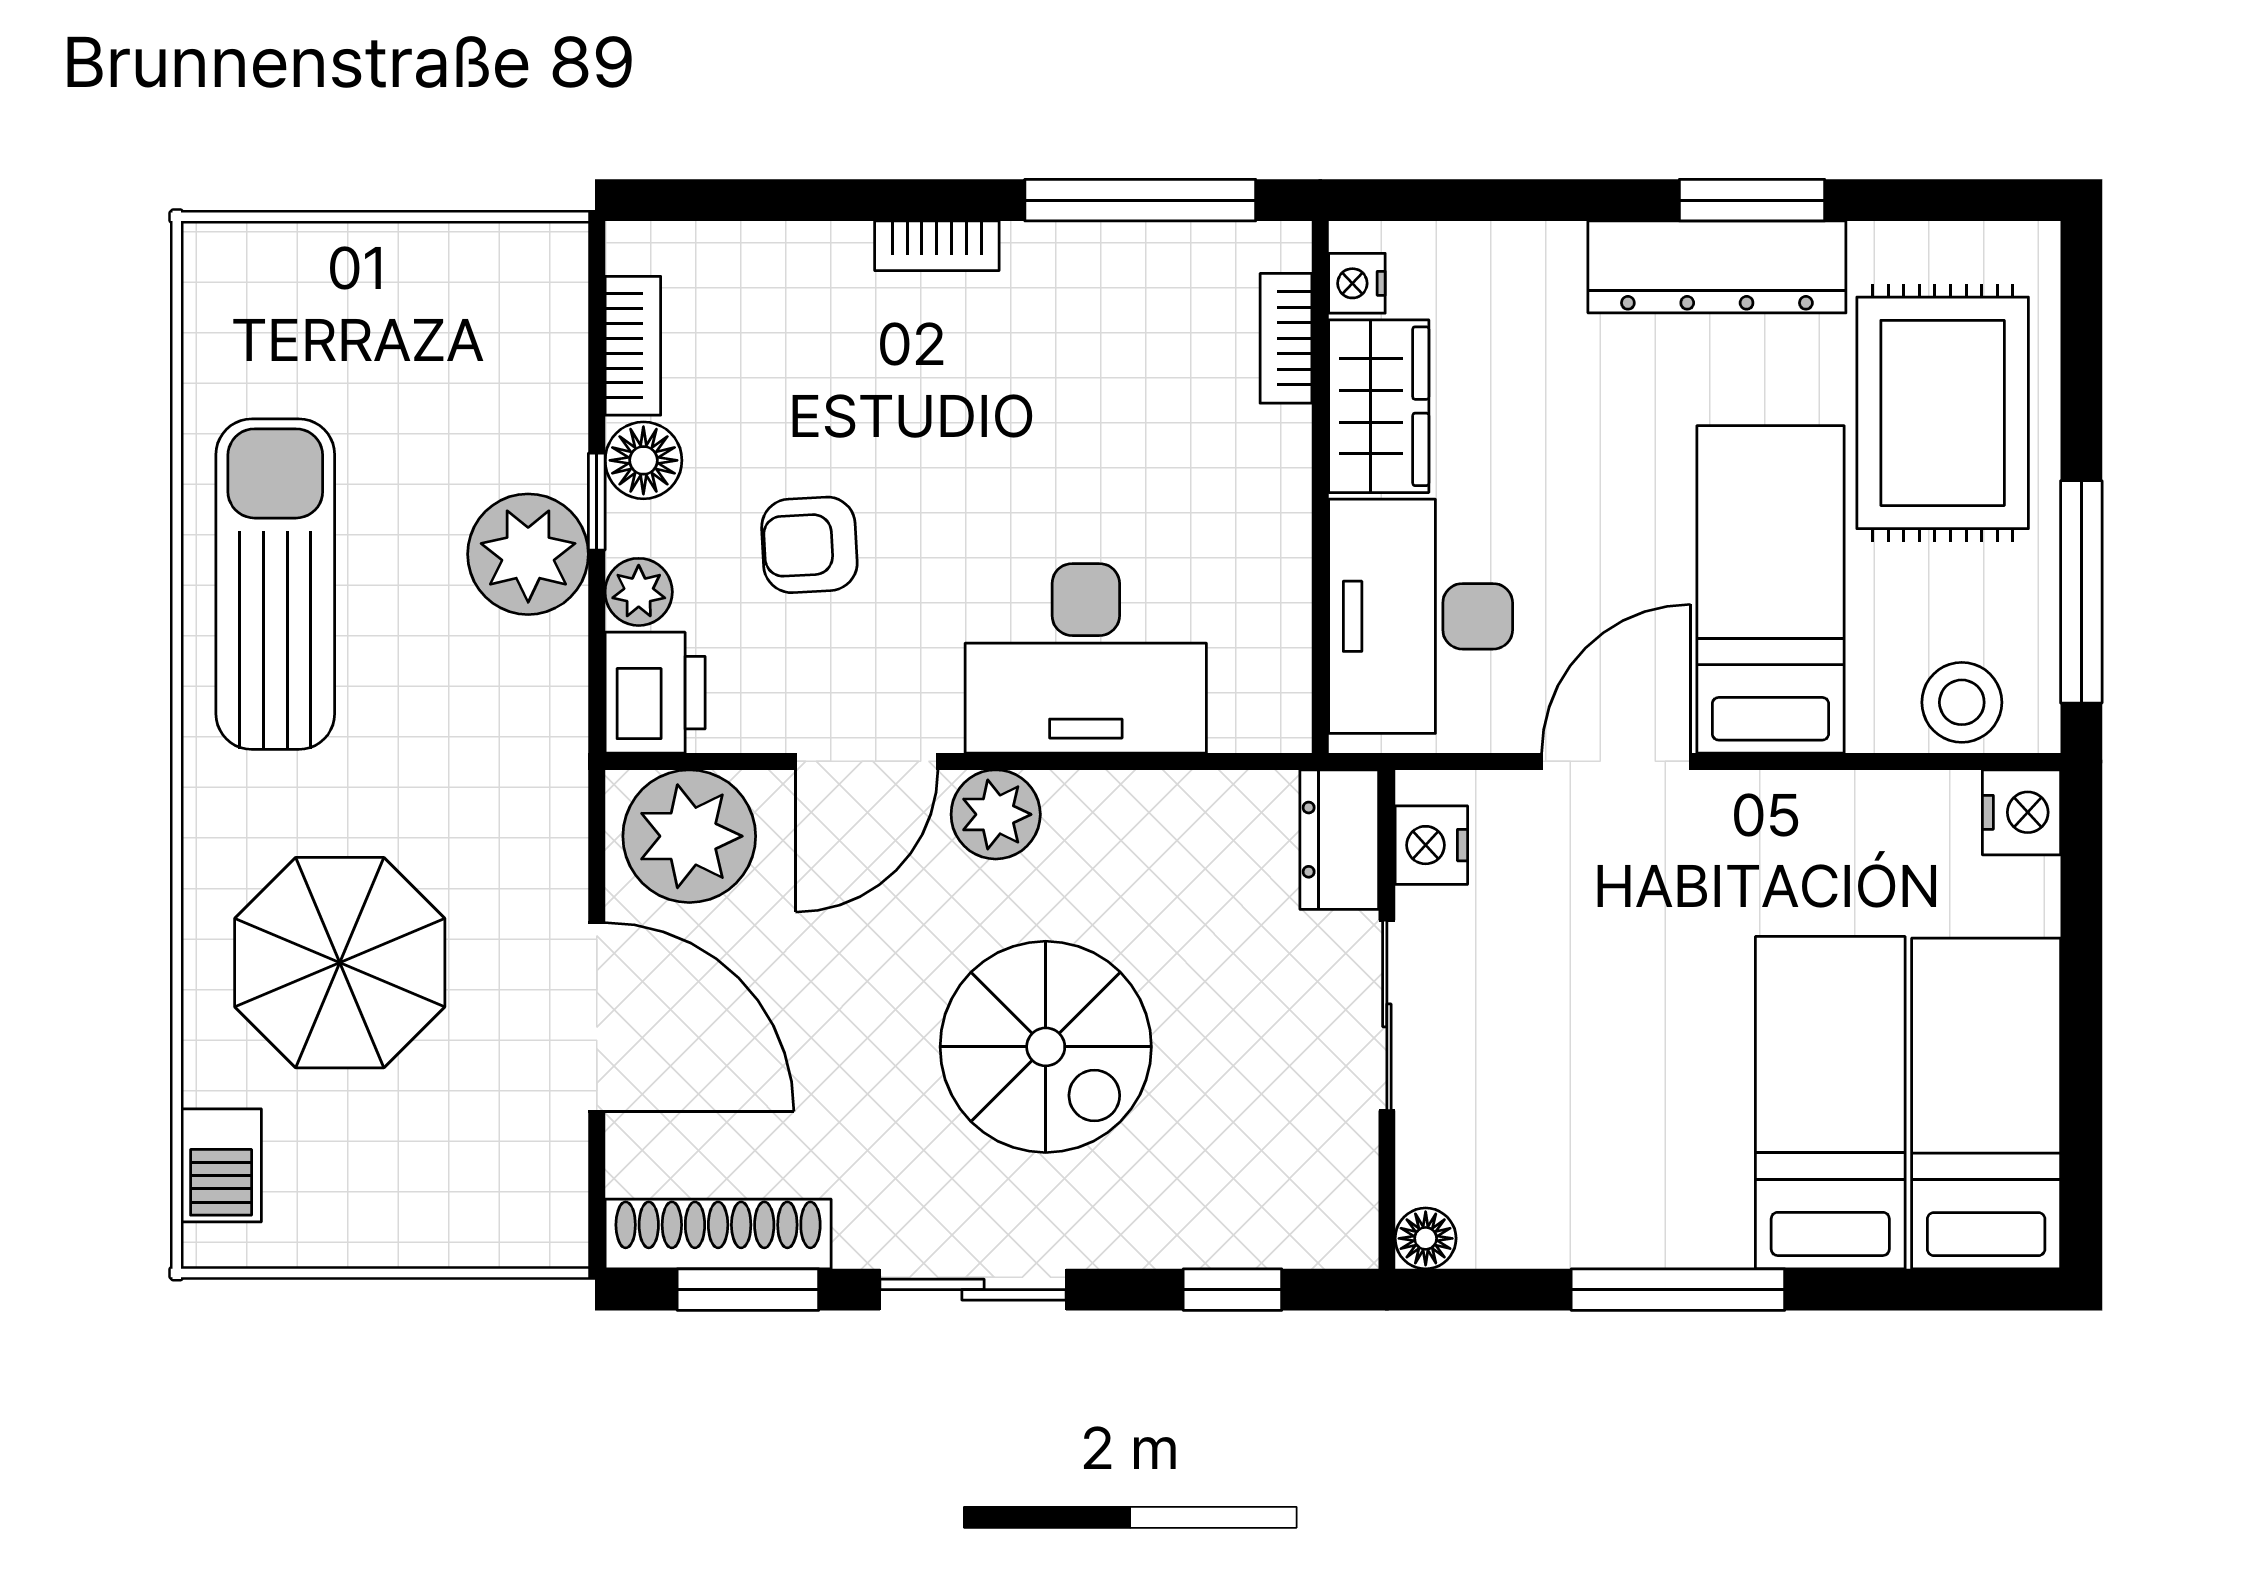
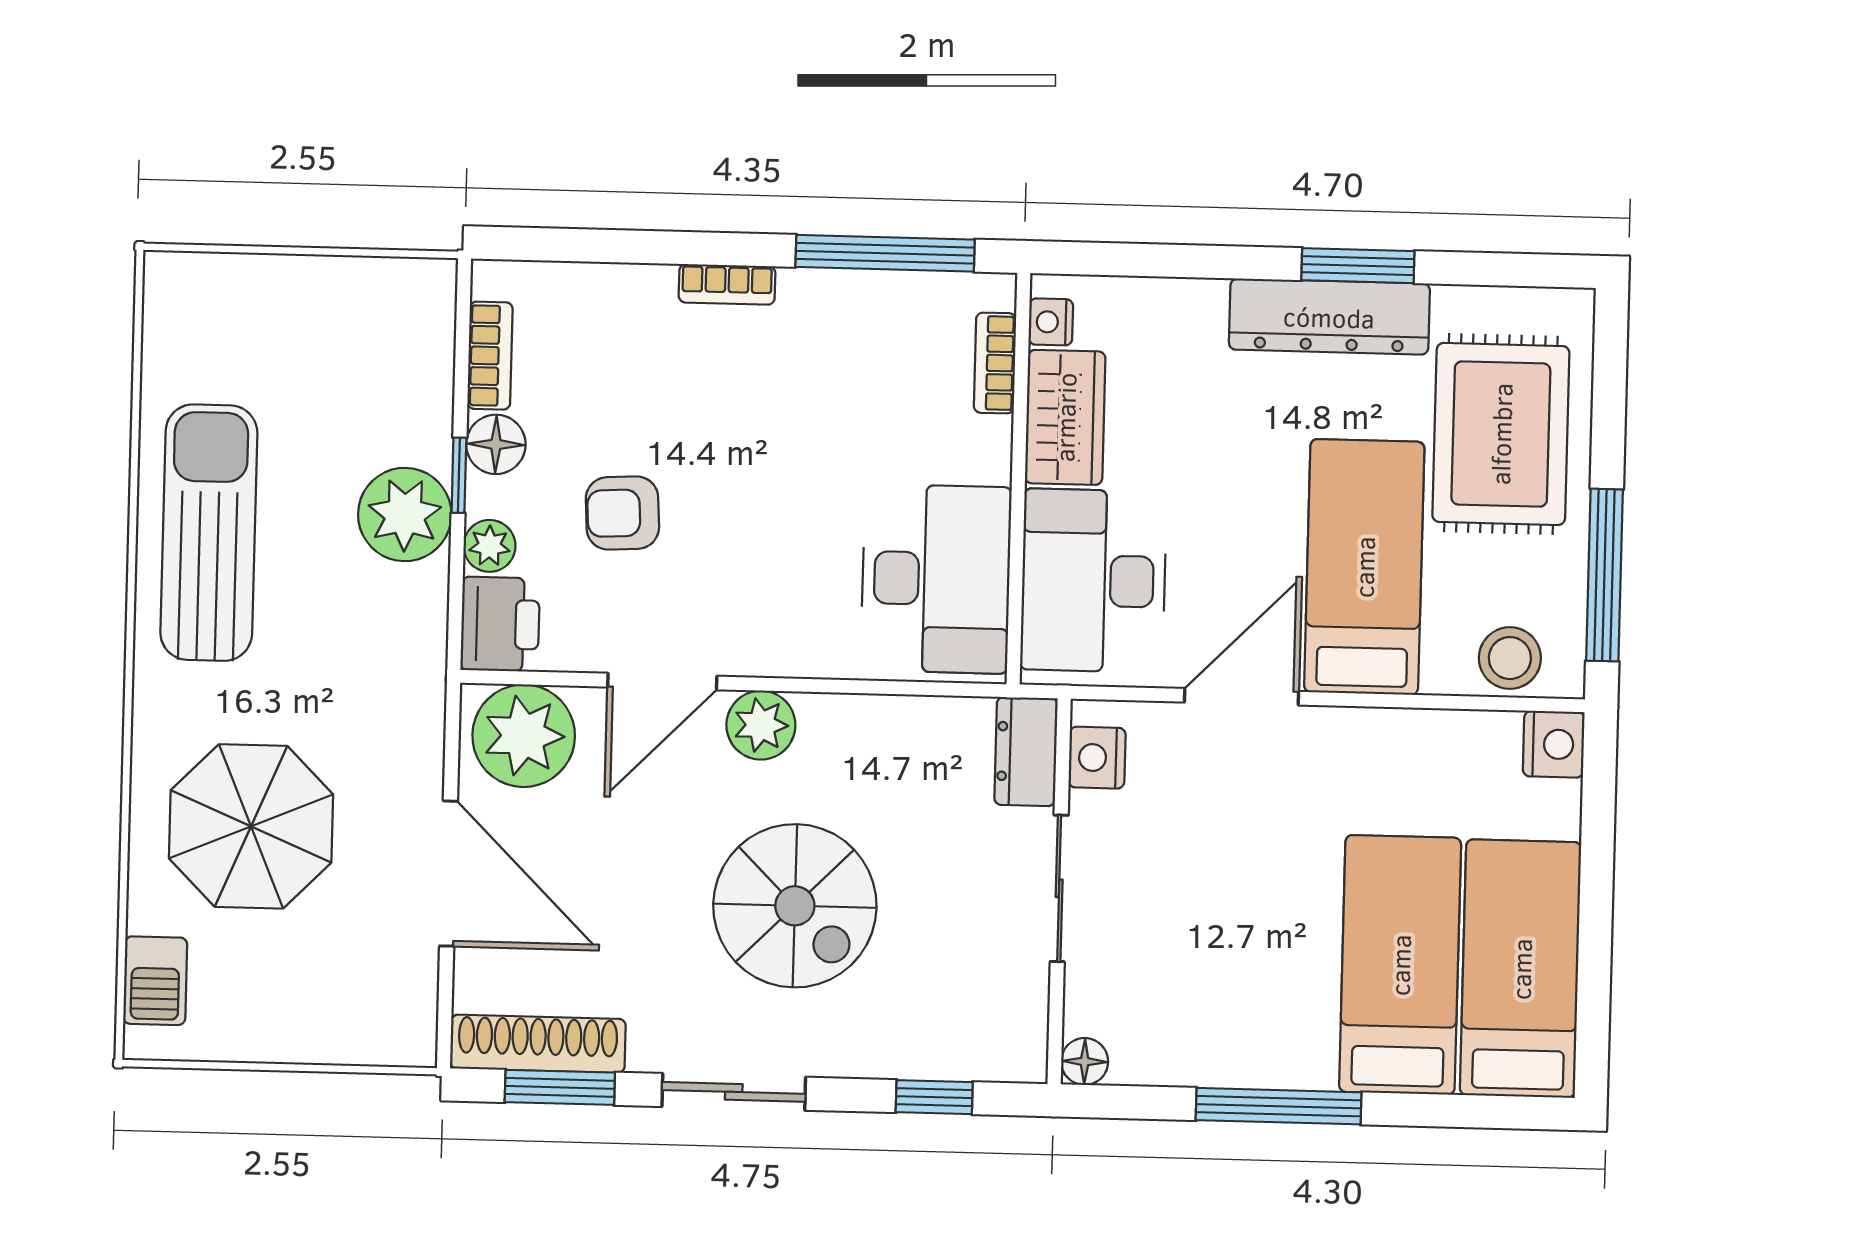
desk: (1086, 658) -> (936, 579), moved, turned -90

